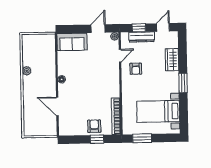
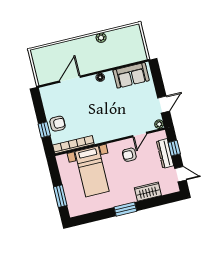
door: (98, 29) -> (164, 104), hinge flipped
sofa: (72, 42) -> (131, 75), moved, turned -90
door: (120, 56) -> (140, 135), hinge flipped
bed with nightstands: (158, 111) -> (92, 171), moved, turned 180
window: (142, 138) -> (60, 196), moved

